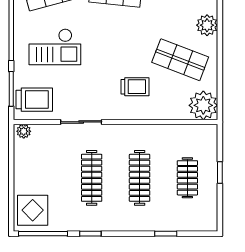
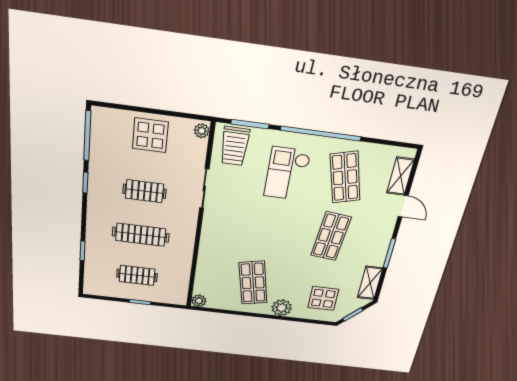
shop shelf: (180, 60) -> (253, 283), turned -33
trolley: (135, 87) -> (233, 242), removed
plant: (203, 105) -> (199, 301), width x0.53, depth x0.53
clothes rail: (92, 178) -> (144, 191), width x0.73
display table: (33, 210) -> (150, 135), moved

